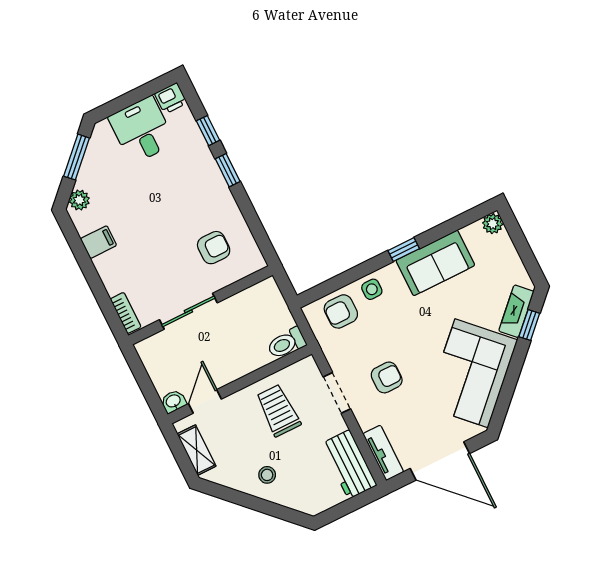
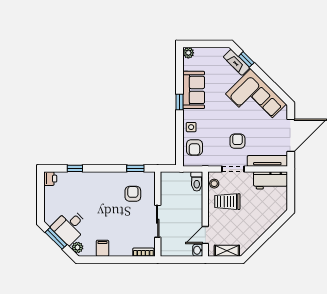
desk: (142, 130) -> (70, 226), moved, turned -45
window: (228, 170) -> (135, 168), moved
door: (205, 401) -> (205, 235), hinge flipped
tv unit: (383, 453) -> (267, 161), width x1.41
stool: (267, 475) -> (214, 184), moved

